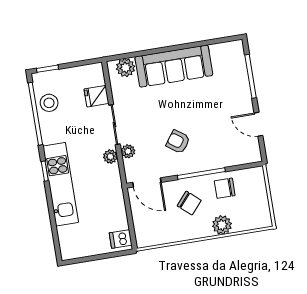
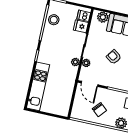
armchair: (178, 142) -> (114, 57), moved
kitchen unit: (61, 184) -> (38, 86), moved
chair: (189, 203) -> (99, 110), moved
dishwasher: (121, 239) -> (84, 16), moved

